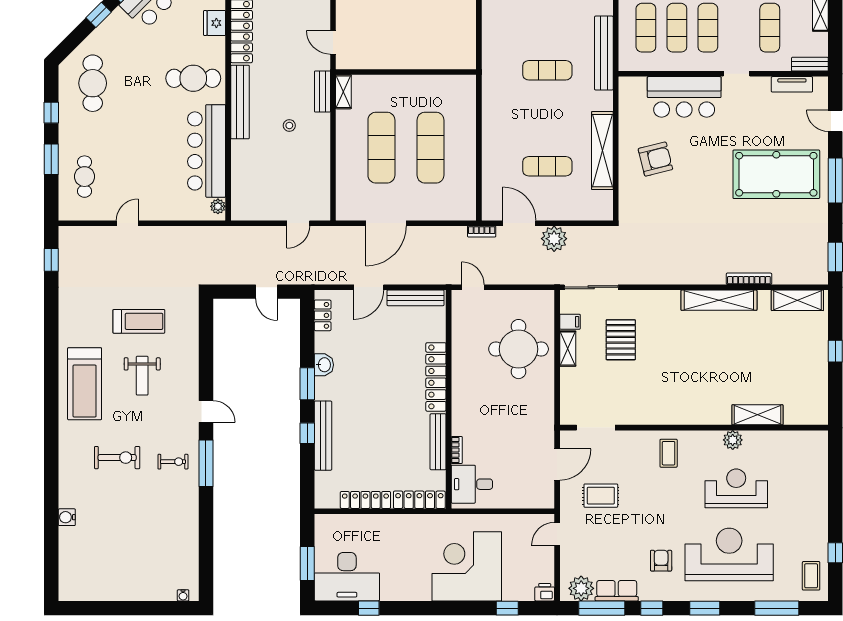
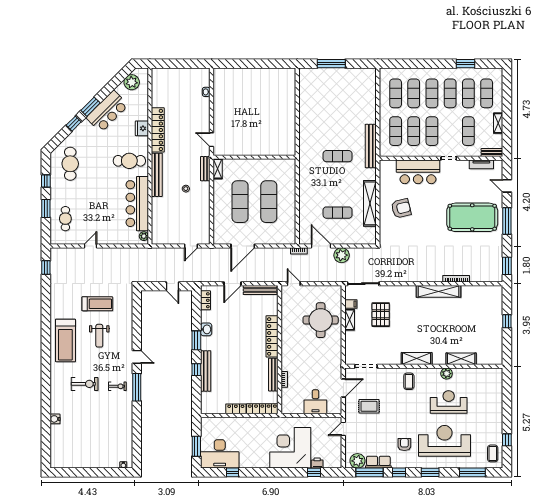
shelving: (797, 300) -> (417, 359), moved
desk: (472, 484) -> (315, 402), moved, turned -90
locker: (365, 500) -> (236, 409), width x0.66
printer: (545, 592) -> (317, 463), moved

